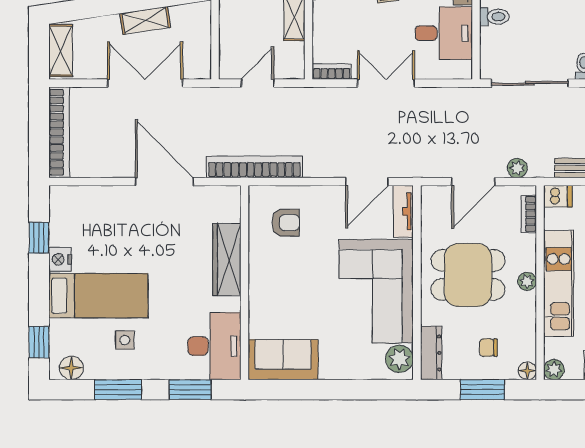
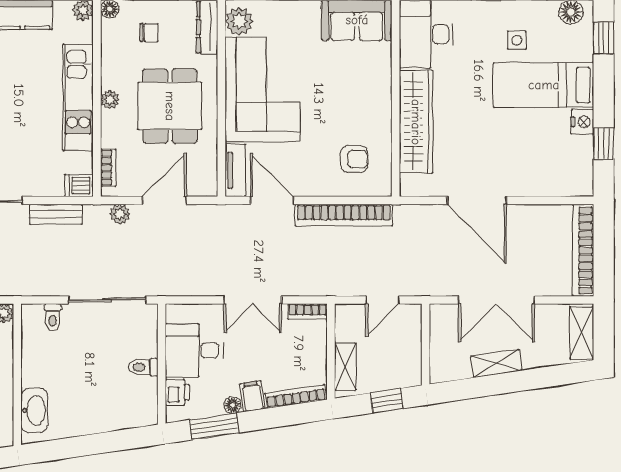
bookcase: (254, 167) -> (344, 215), moved
door: (367, 182) -> (272, 200), hinge flipped
armchair: (286, 223) -> (354, 159), turned 180
wardrobe: (227, 260) -> (416, 122), width x1.40, depth x1.17
dining table: (468, 275) -> (170, 106), turned 90

